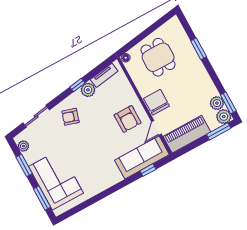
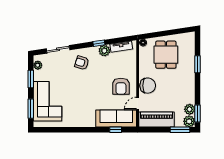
chair: (157, 102) -> (148, 86), turned 90

